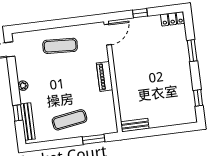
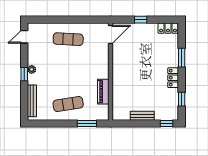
locker: (185, 75) -> (173, 78), added
piano: (105, 76) -> (103, 92), moved
window: (18, 113) -> (24, 74), moved
bench: (135, 125) -> (142, 116), moved
window: (184, 128) -> (166, 124), added

